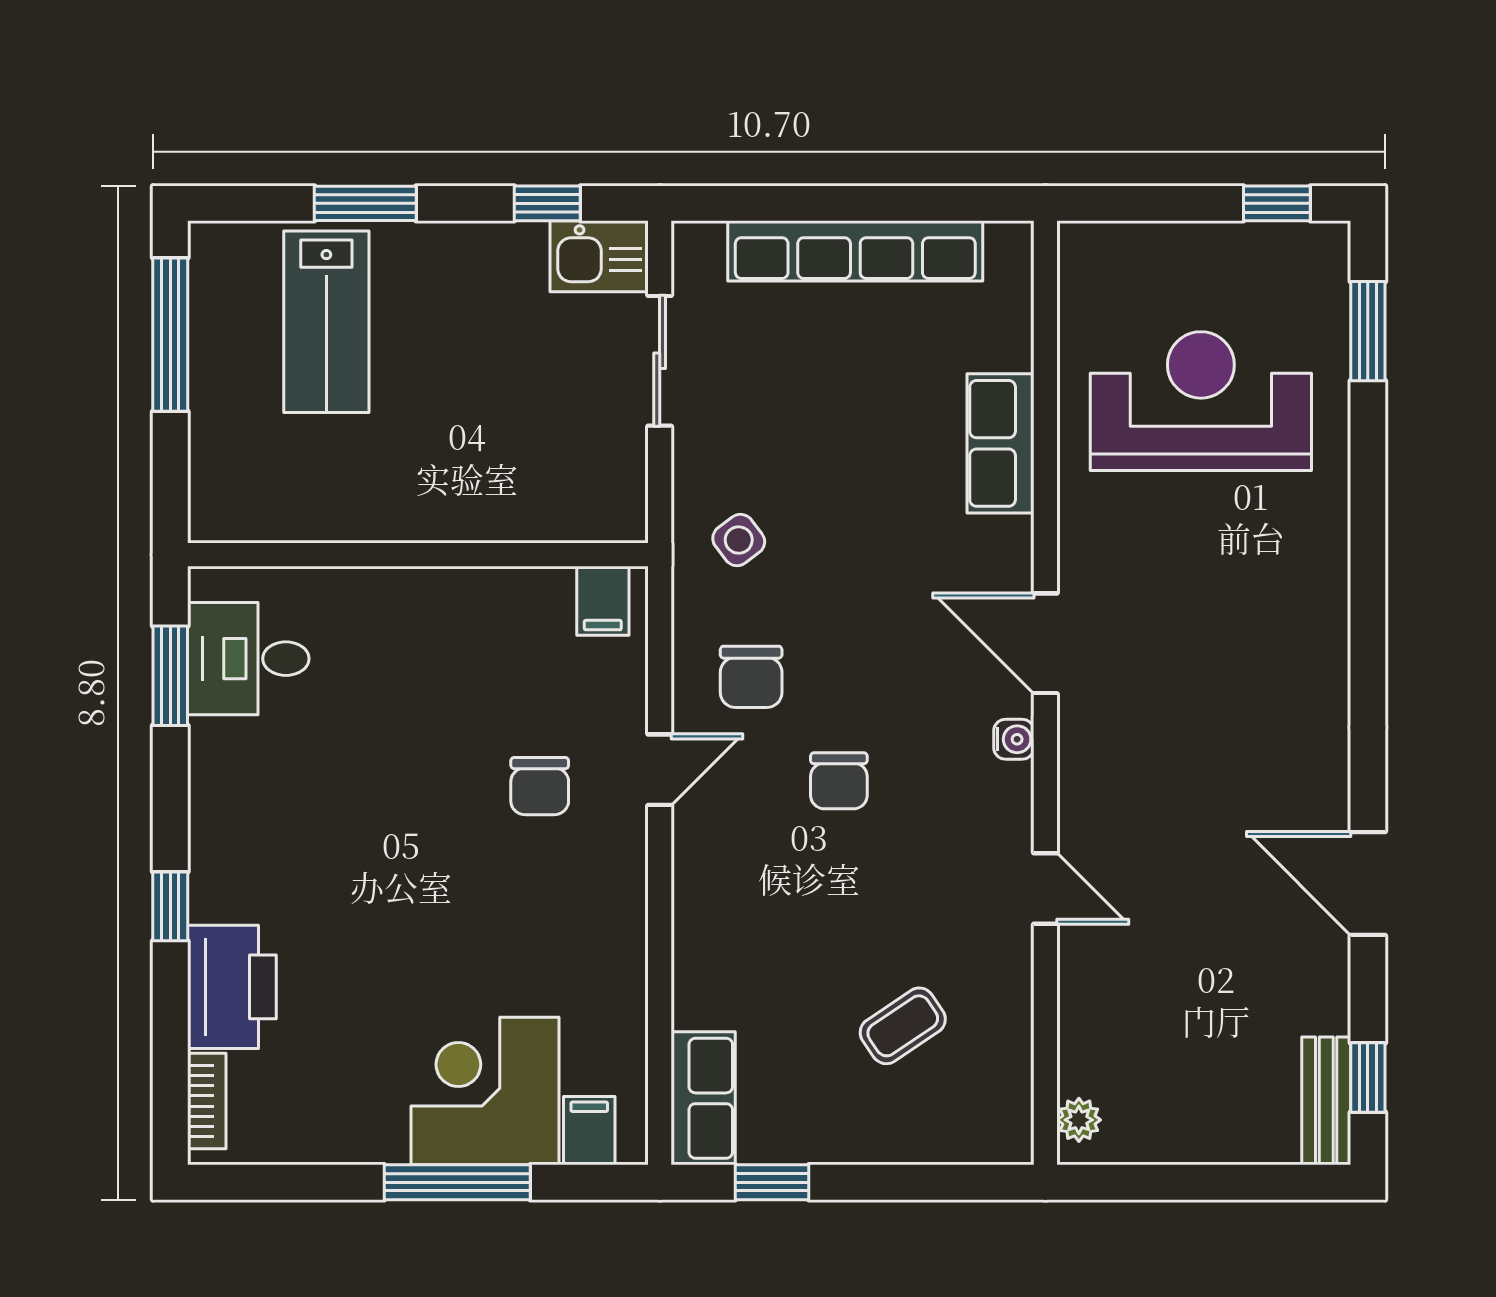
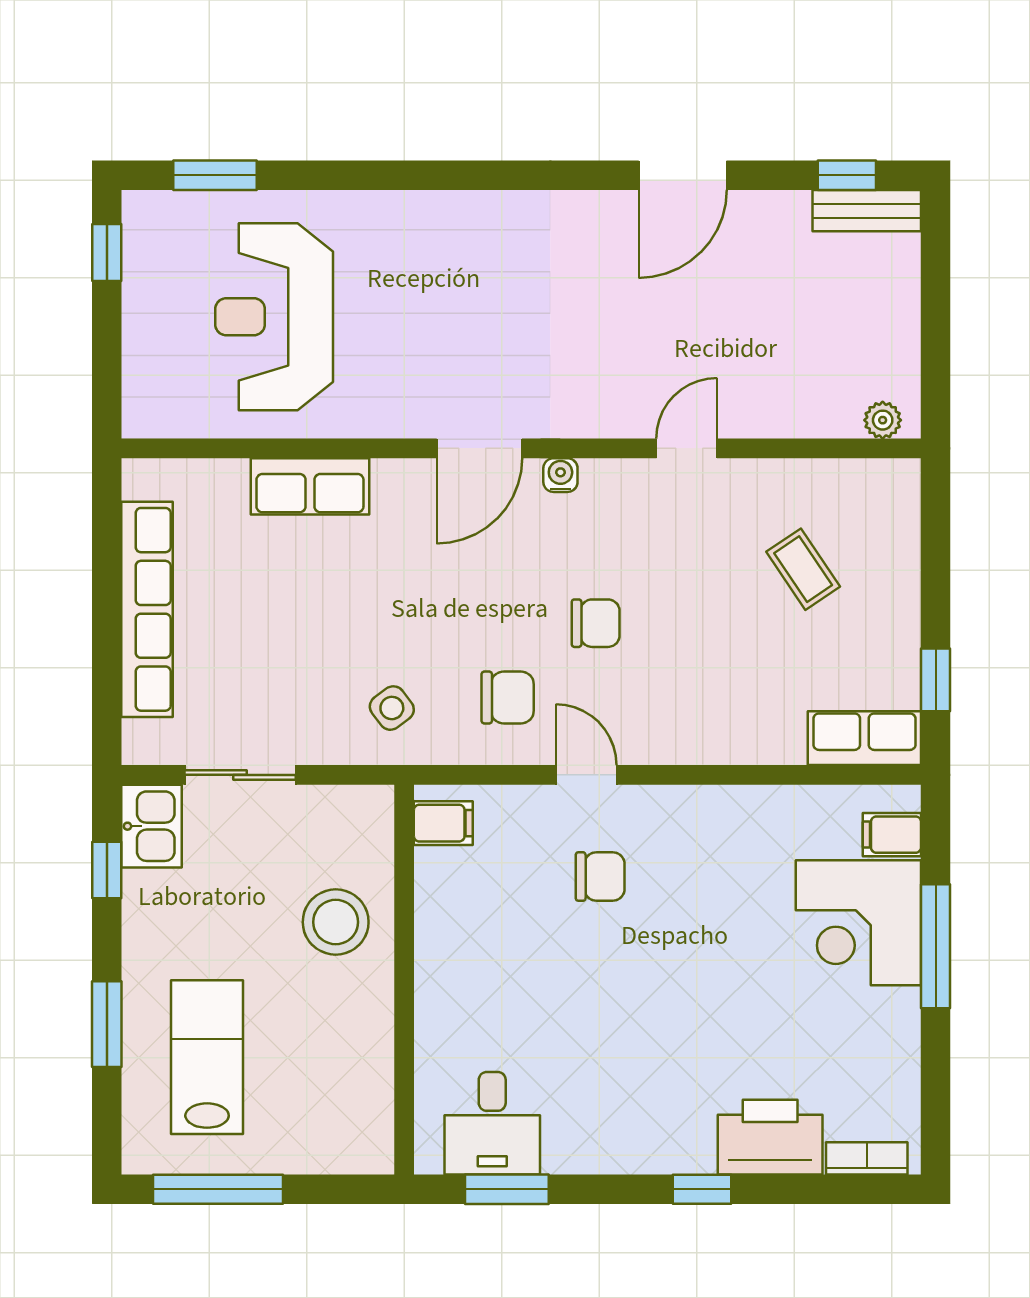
lab bench: (326, 322) -> (207, 1057), turned -90
stool: (486, 474) -> (336, 922), added

